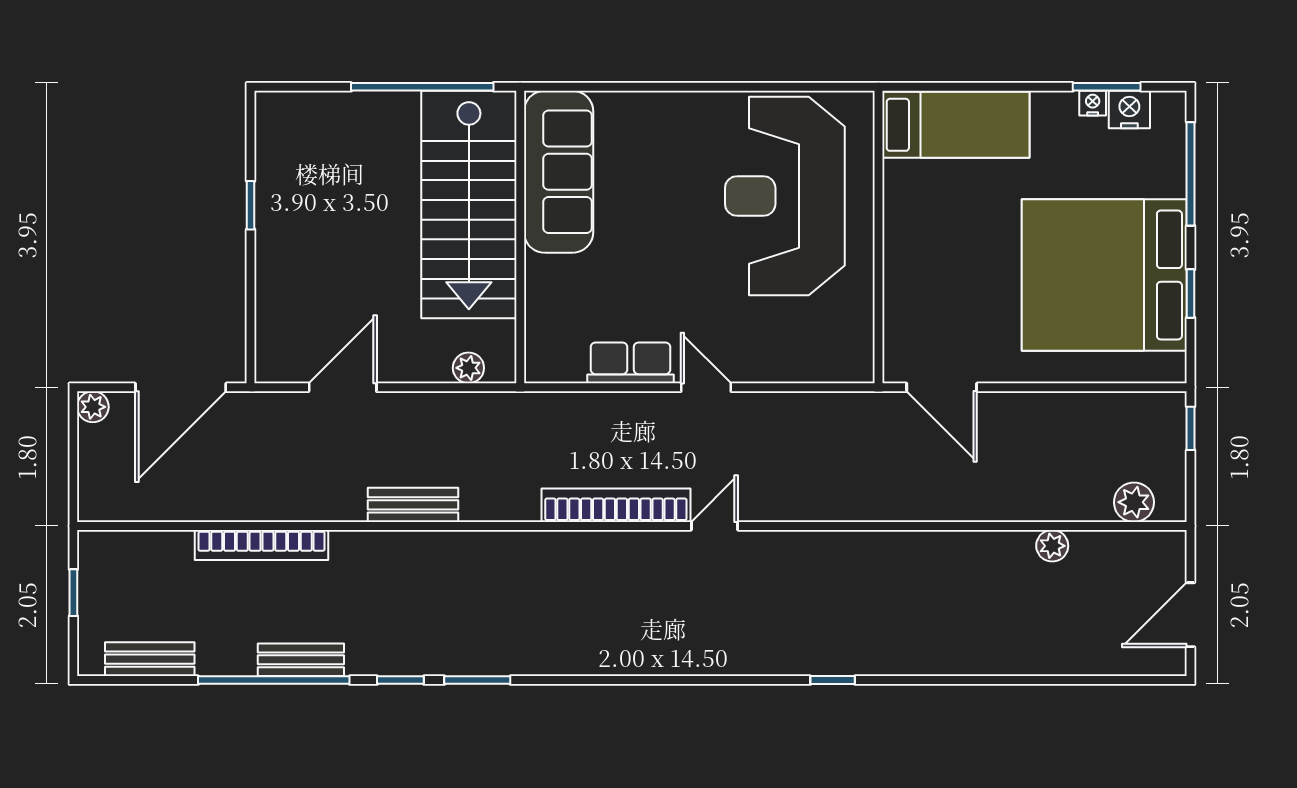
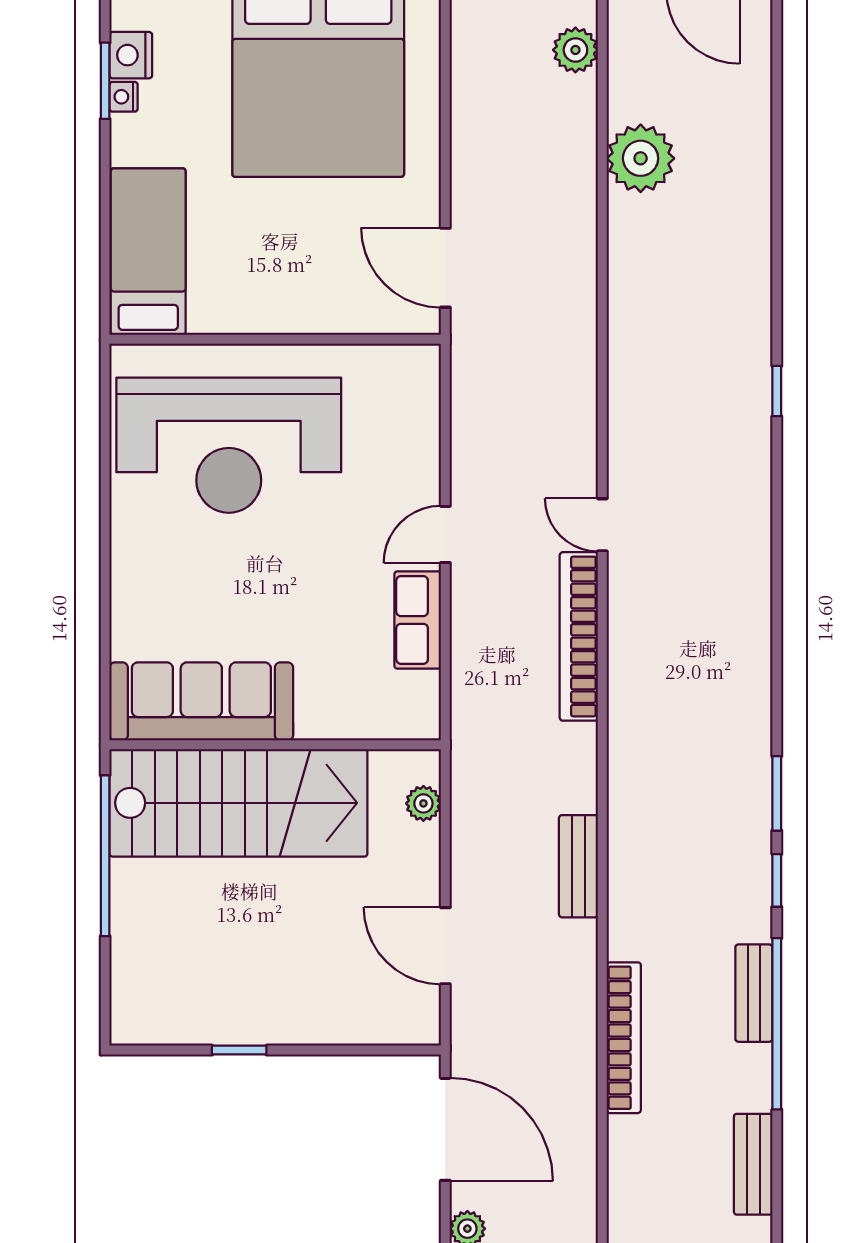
door: (942, 387) -> (445, 268), swing flipped
plant: (1052, 546) -> (641, 158), width x1.87, depth x1.87

